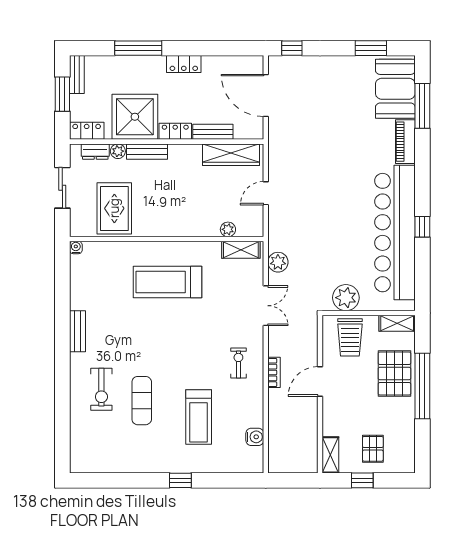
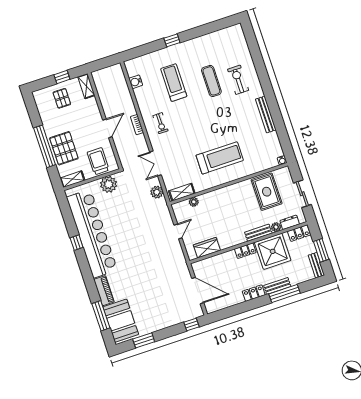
bench: (213, 132) -> (277, 286), moved
wardrobe: (231, 155) -> (207, 248), width x0.67
bench: (77, 331) -> (266, 115), width x1.36

